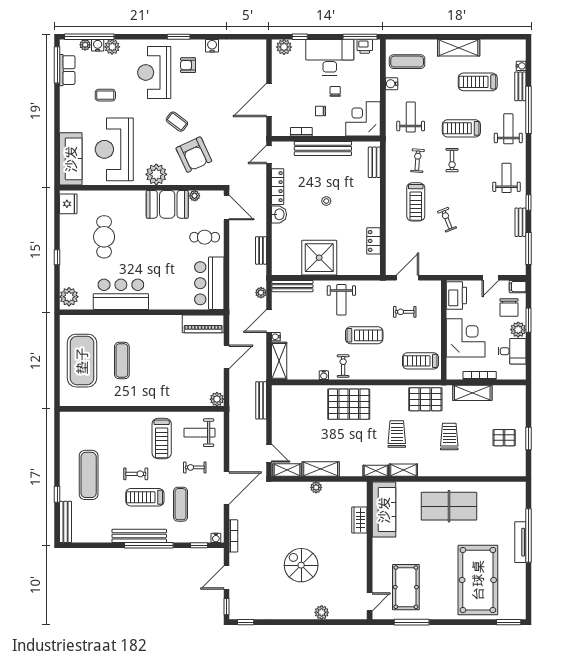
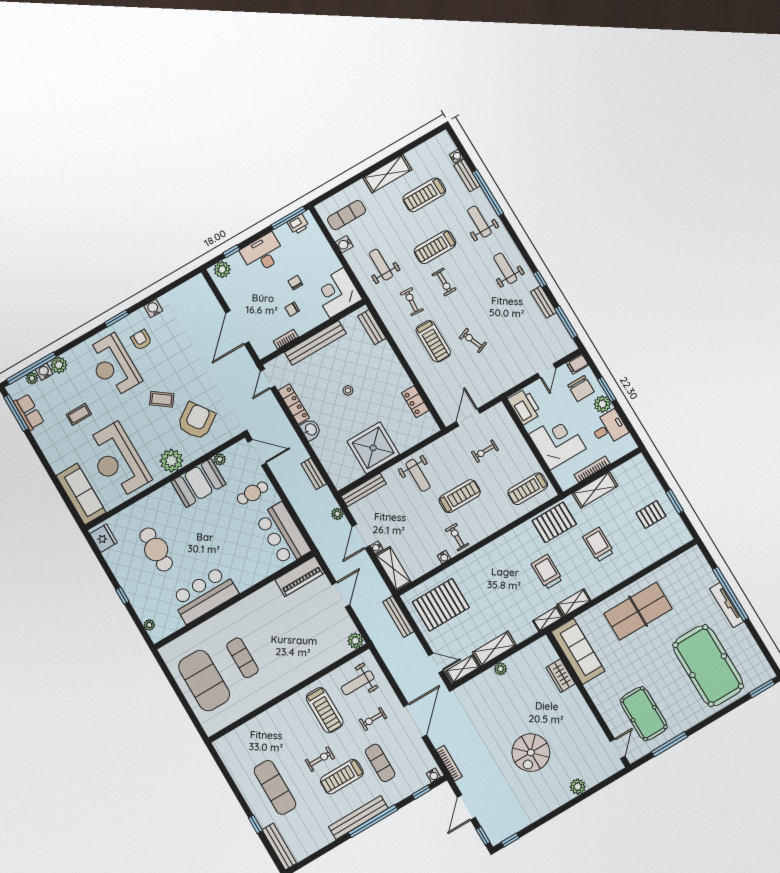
desk: (330, 57) -> (263, 253), width x0.73, depth x0.77
armchair: (188, 65) -> (141, 340), turned 90
armchair: (194, 155) -> (196, 421), turned -100
plant: (69, 297) -> (149, 625), width x0.53, depth x0.53
pallet: (349, 404) -> (441, 605), moved
spiral stairs: (301, 565) -> (531, 753), turned -90

